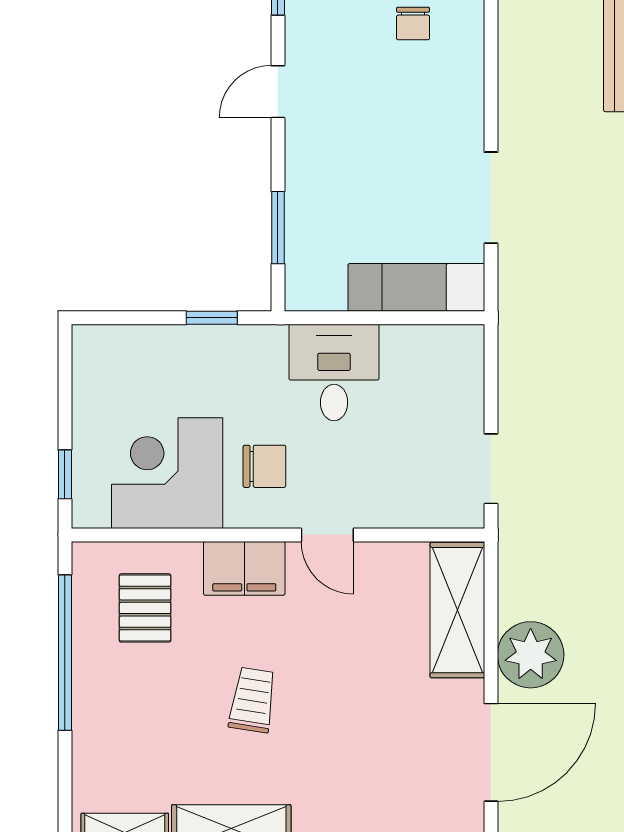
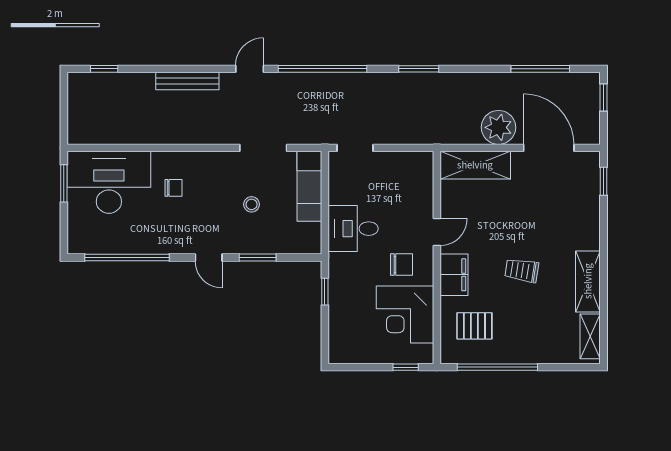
stool: (381, 175) -> (252, 204), added
window: (278, 228) -> (258, 257), moved
chair: (264, 466) -> (401, 264), turned 90
doorway: (491, 469) -> (355, 148), moved

